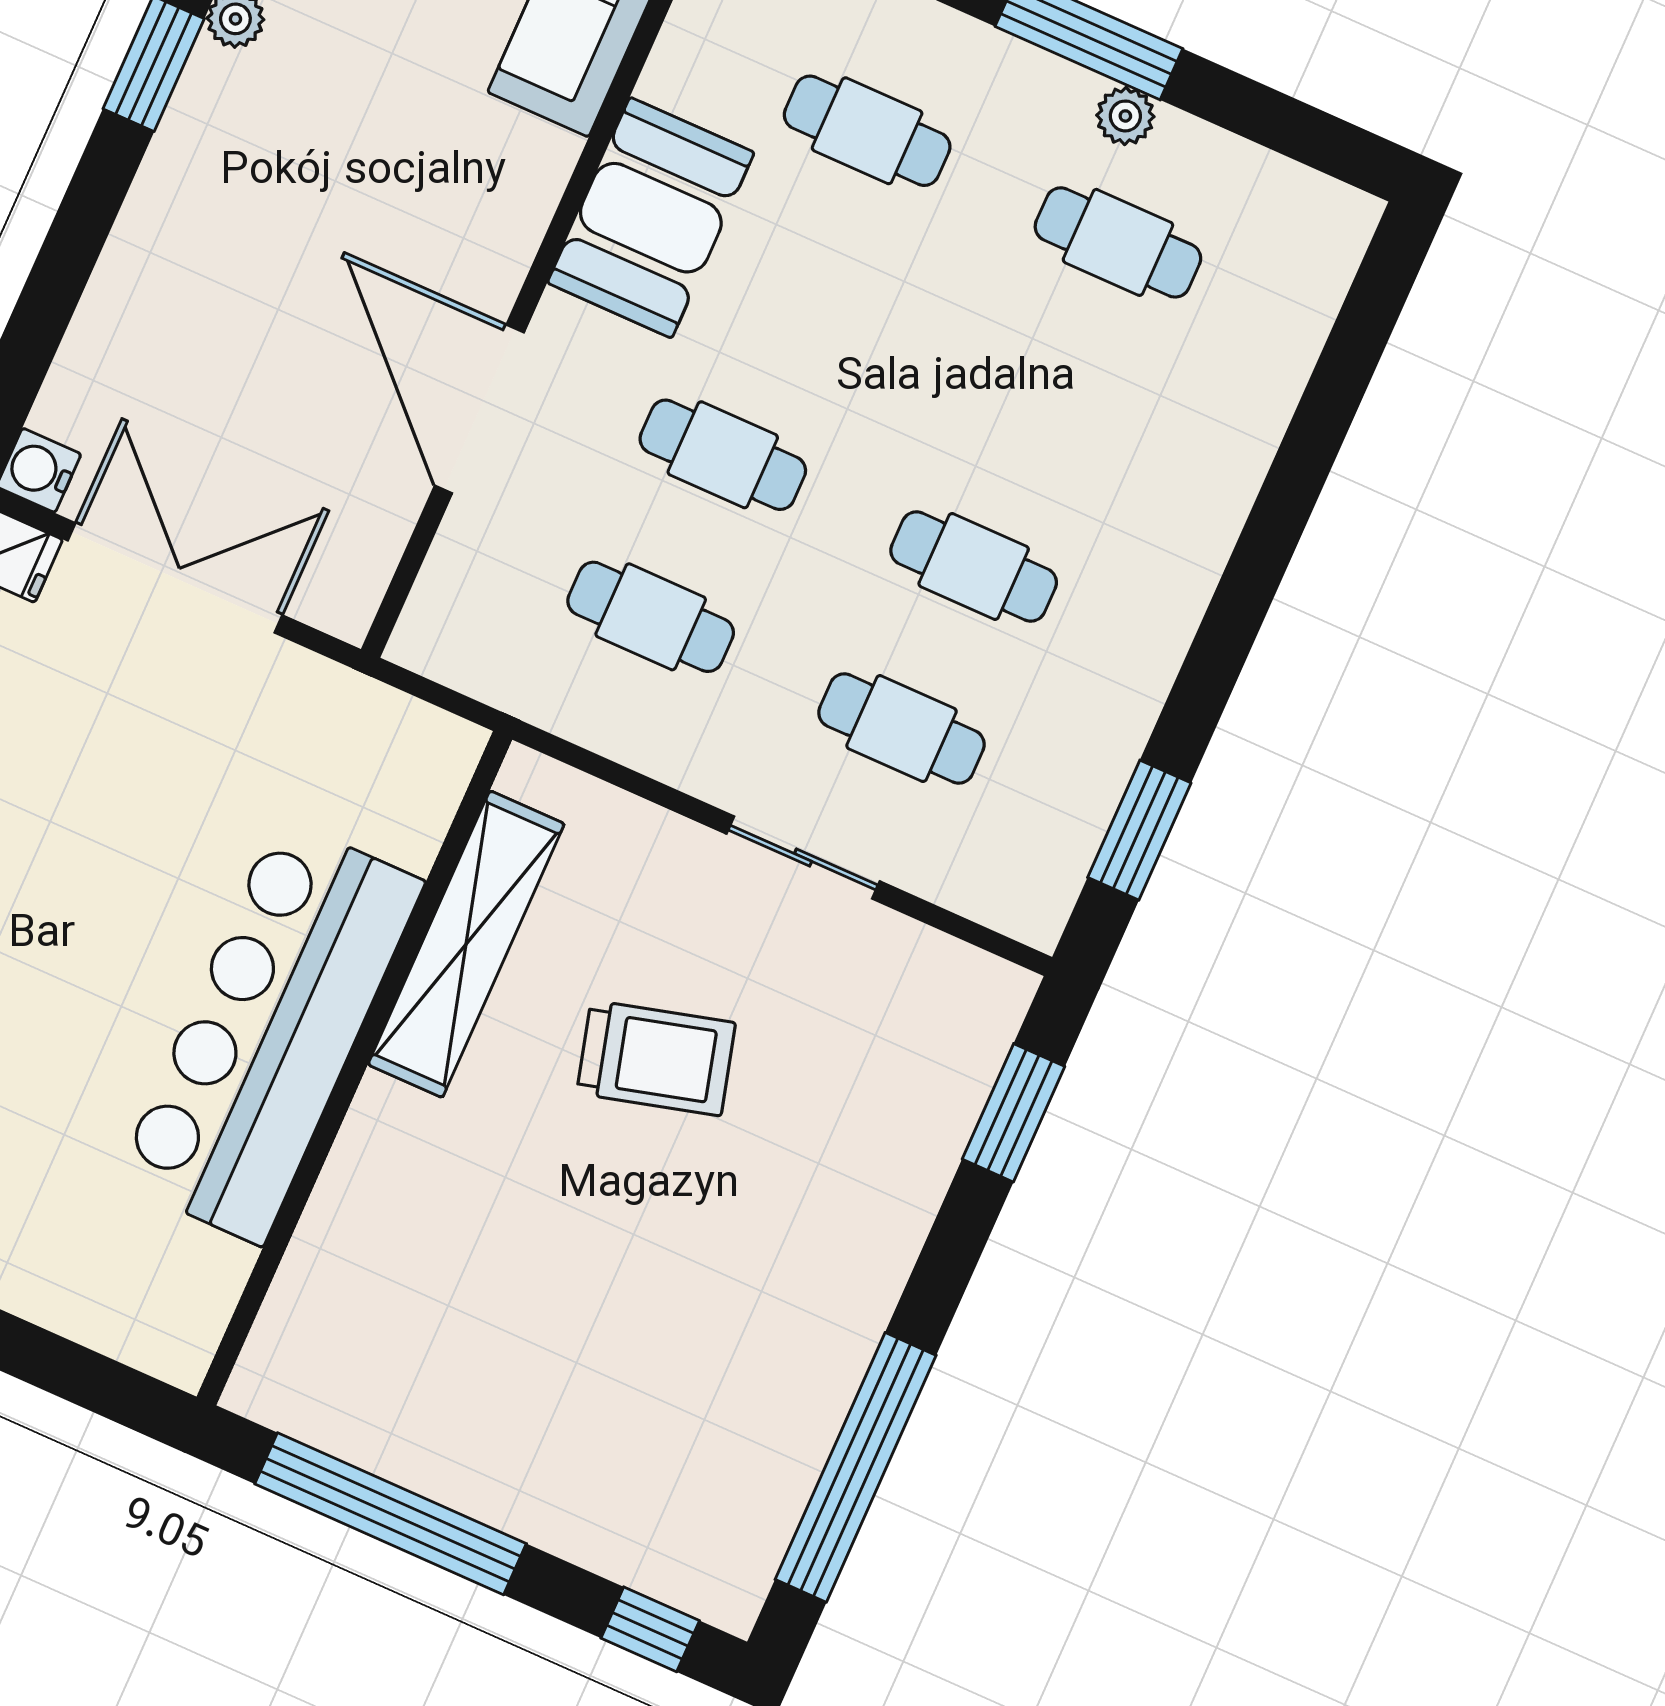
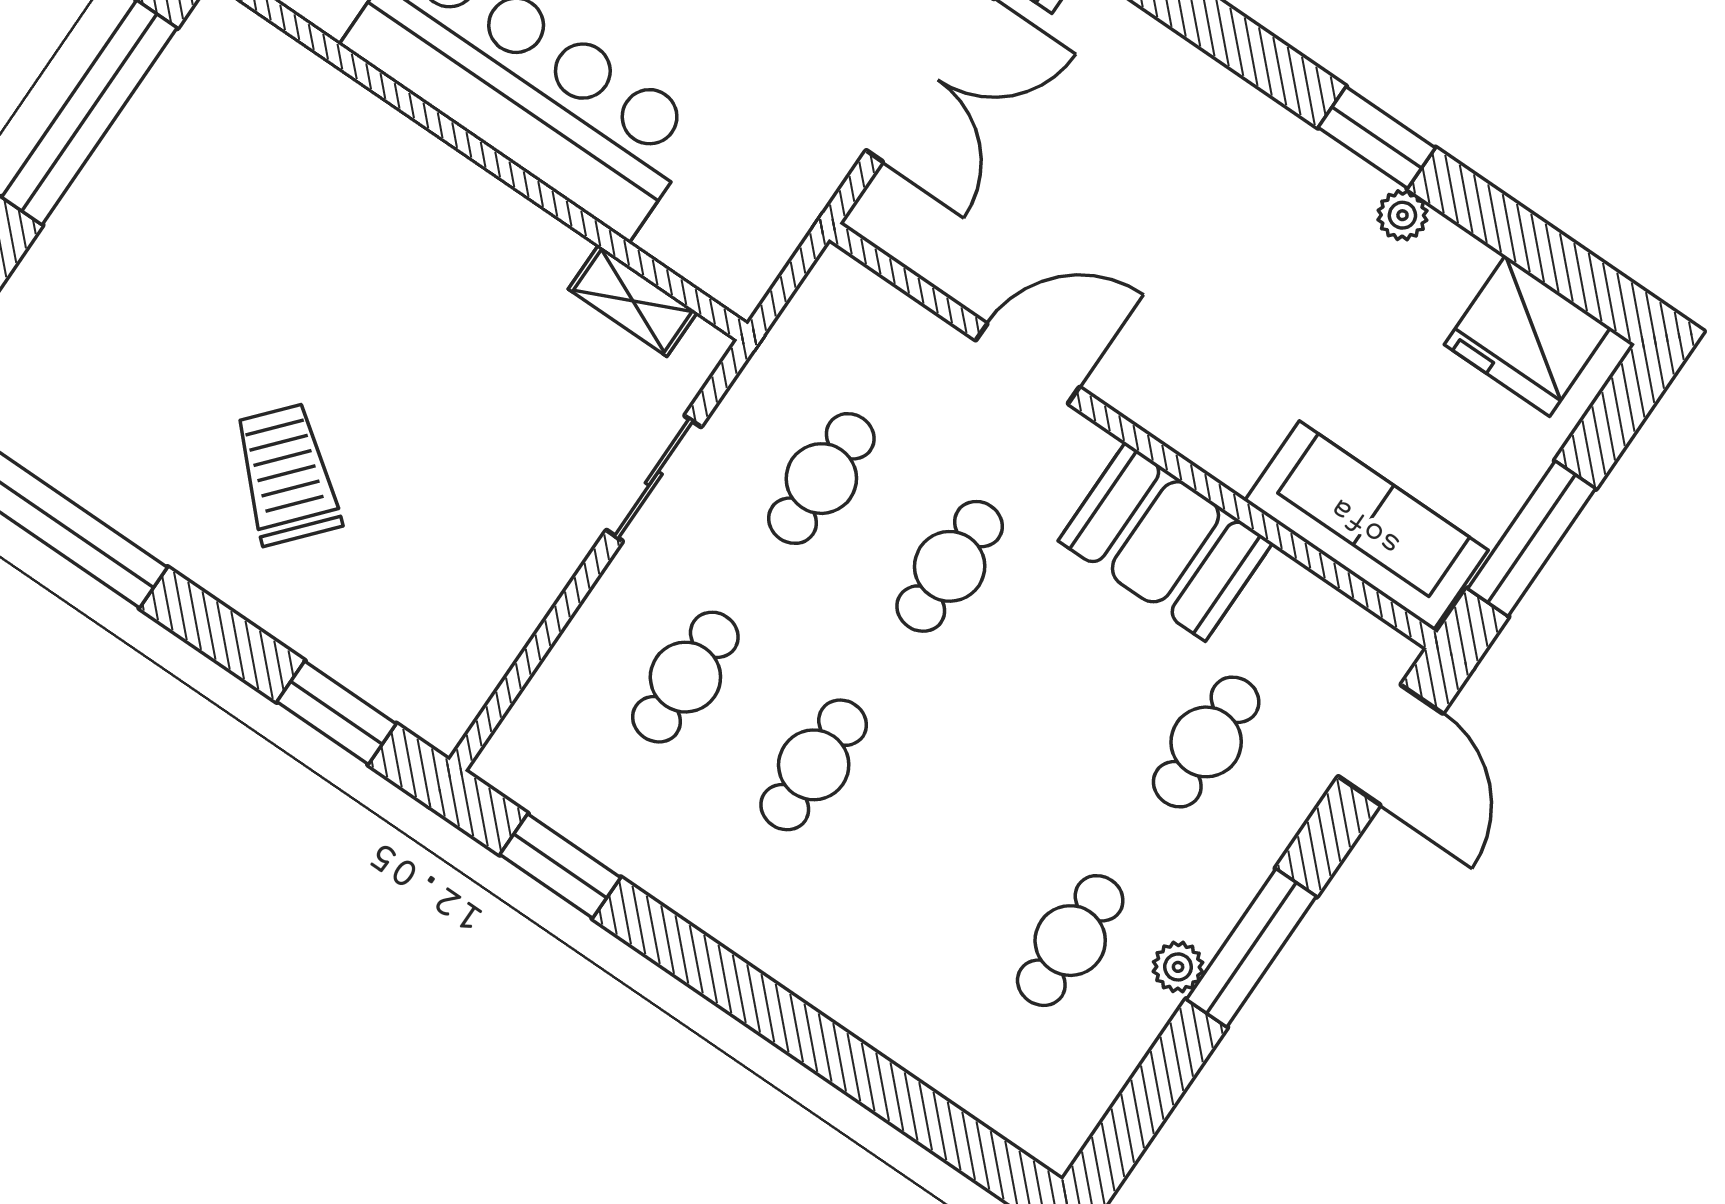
door: (479, 409) -> (1028, 364), width x0.73
sliding door: (803, 858) -> (654, 479), moved
shelving: (466, 944) -> (633, 301), width x0.45, depth x0.75
trolley: (656, 1058) -> (287, 474), moved, turned 146

